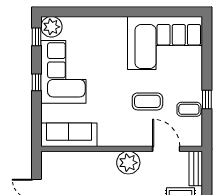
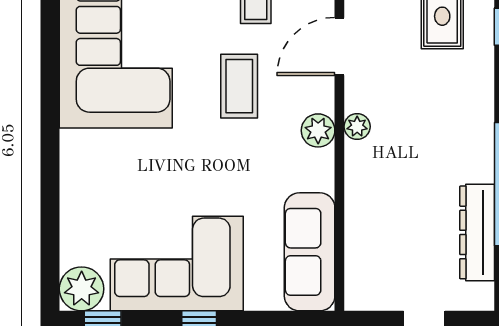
plant: (126, 139) -> (318, 130), added
plant: (128, 163) -> (357, 127), width x0.53, depth x0.53

